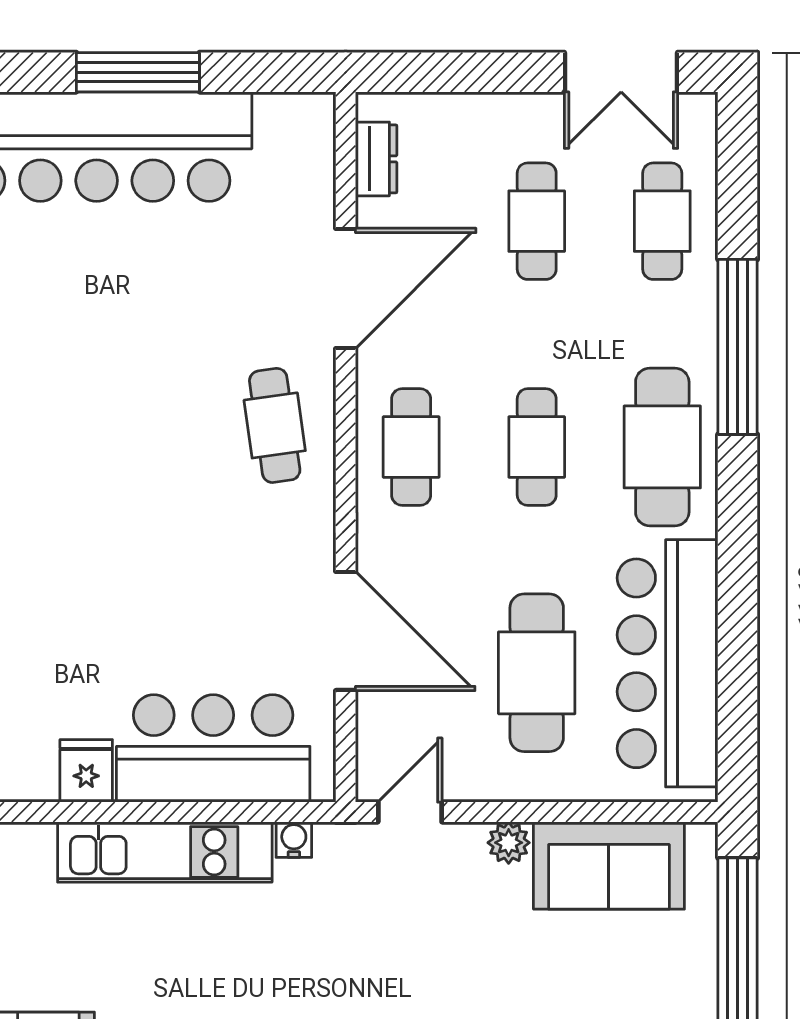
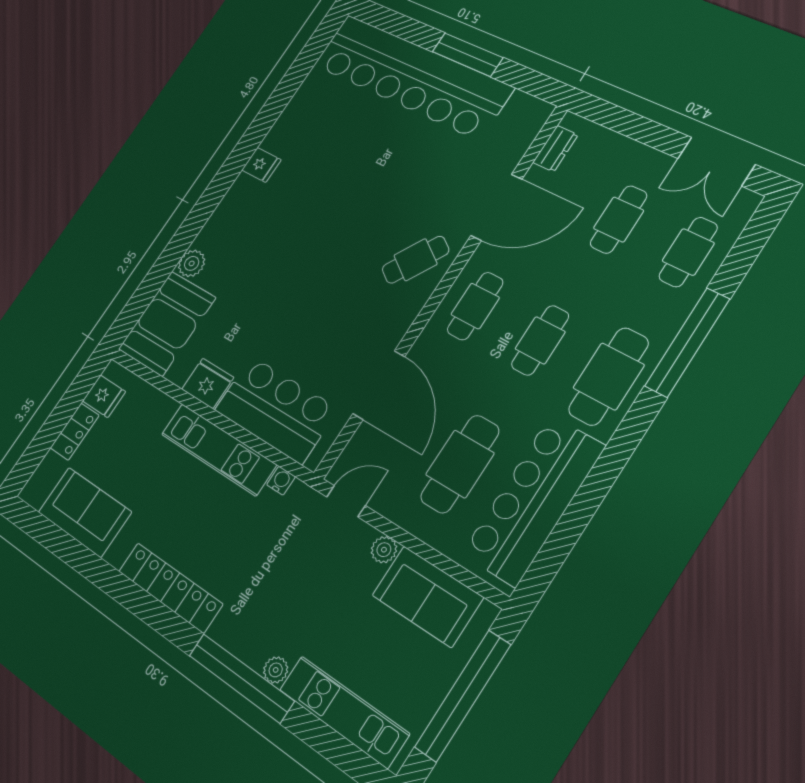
cafe table: (275, 425) -> (415, 260), turned 41
fridge: (86, 771) -> (208, 383), width x1.38

